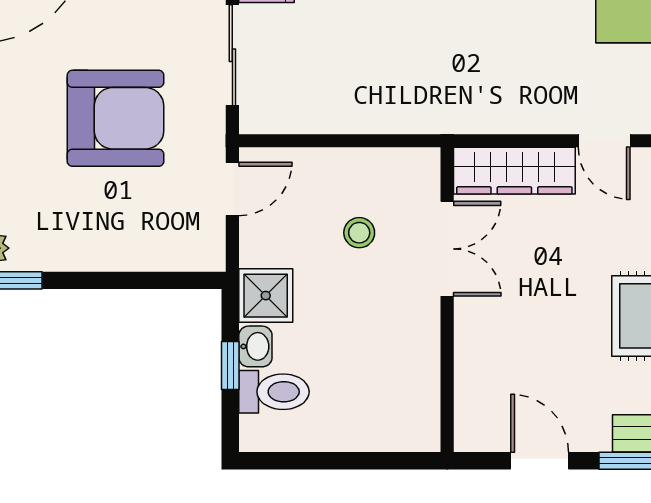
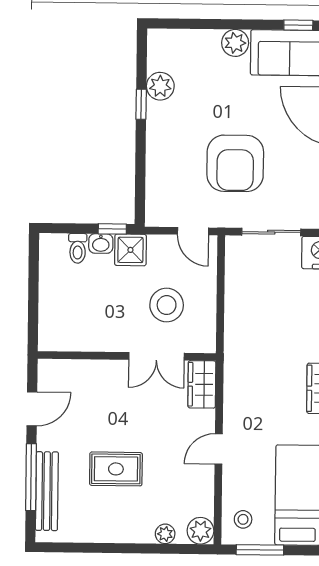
wardrobe: (514, 171) -> (202, 384), width x0.67
stool: (359, 233) -> (167, 305), width x1.89, depth x1.89
window: (230, 366) -> (112, 229), moved
toilet: (274, 392) -> (78, 248), width x0.73, depth x0.72

